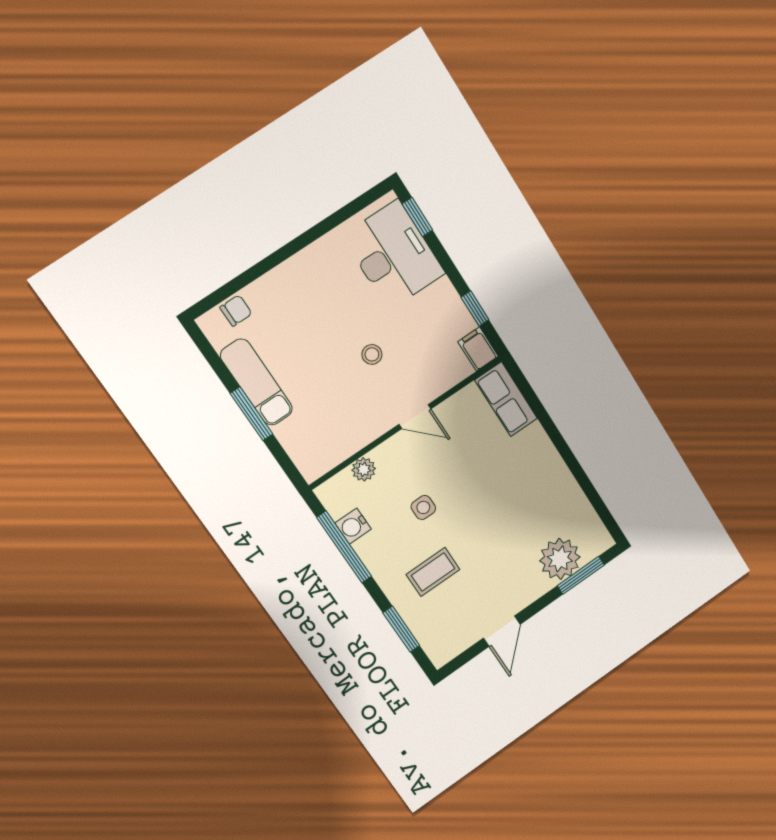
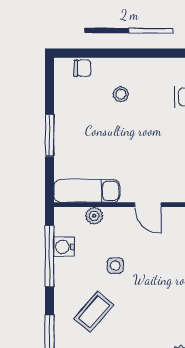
stool: (372, 354) -> (121, 94), moved
exam couch: (257, 382) -> (87, 191), moved, turned -90
coffee table: (433, 572) -> (94, 312), turned -50

